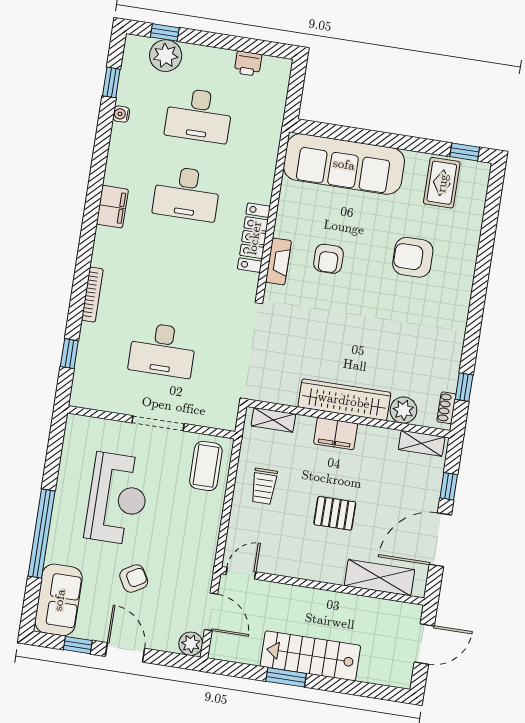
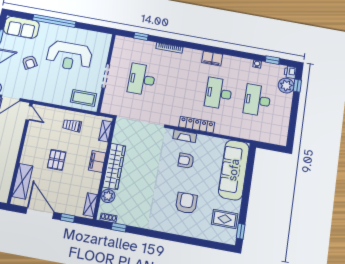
printer: (248, 64) -> (290, 72), moved

